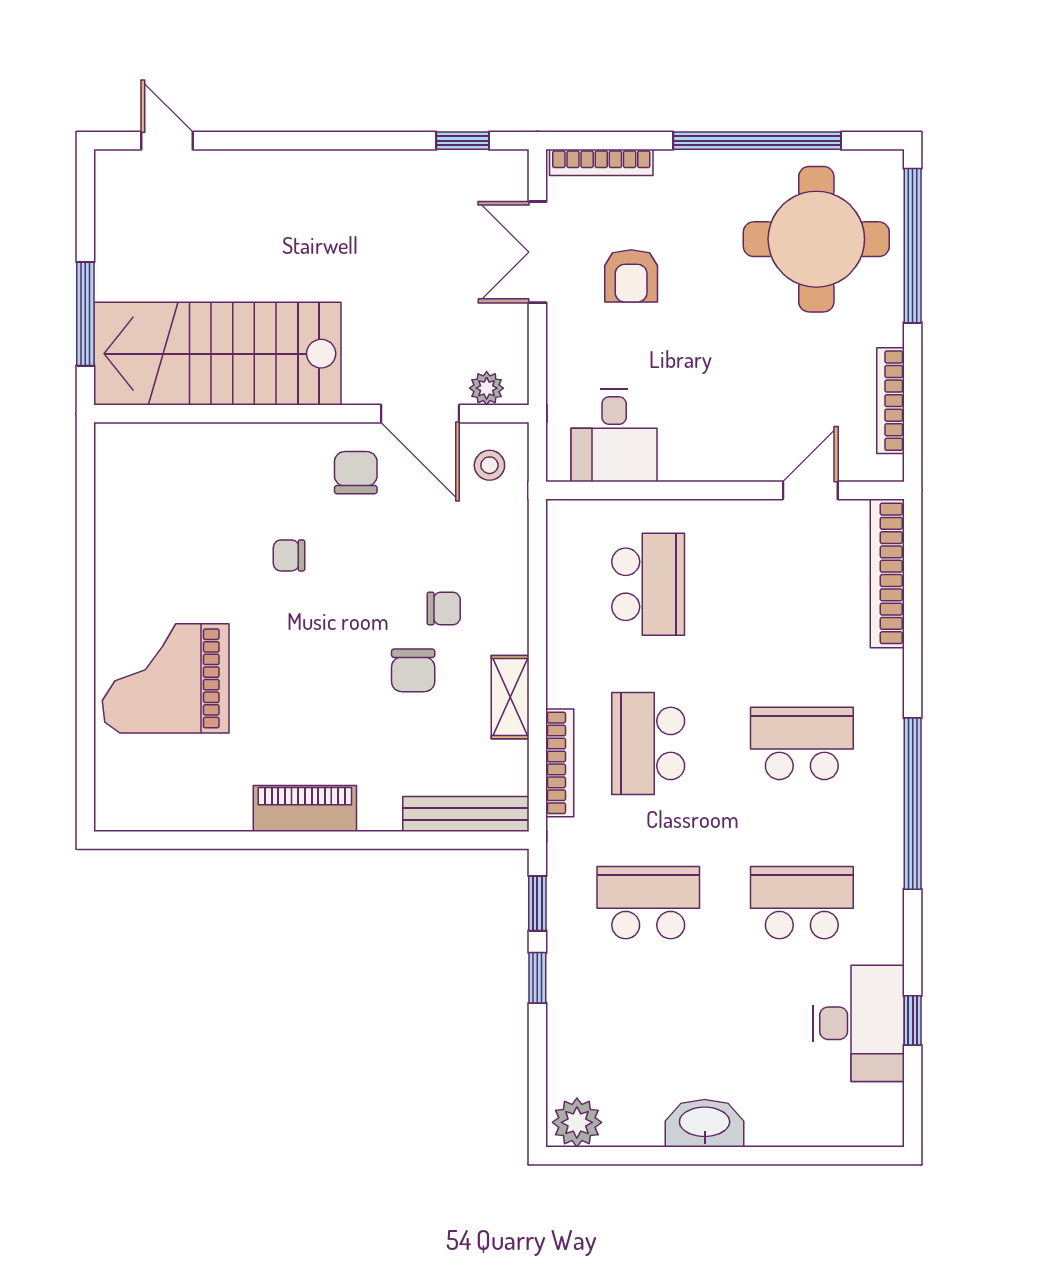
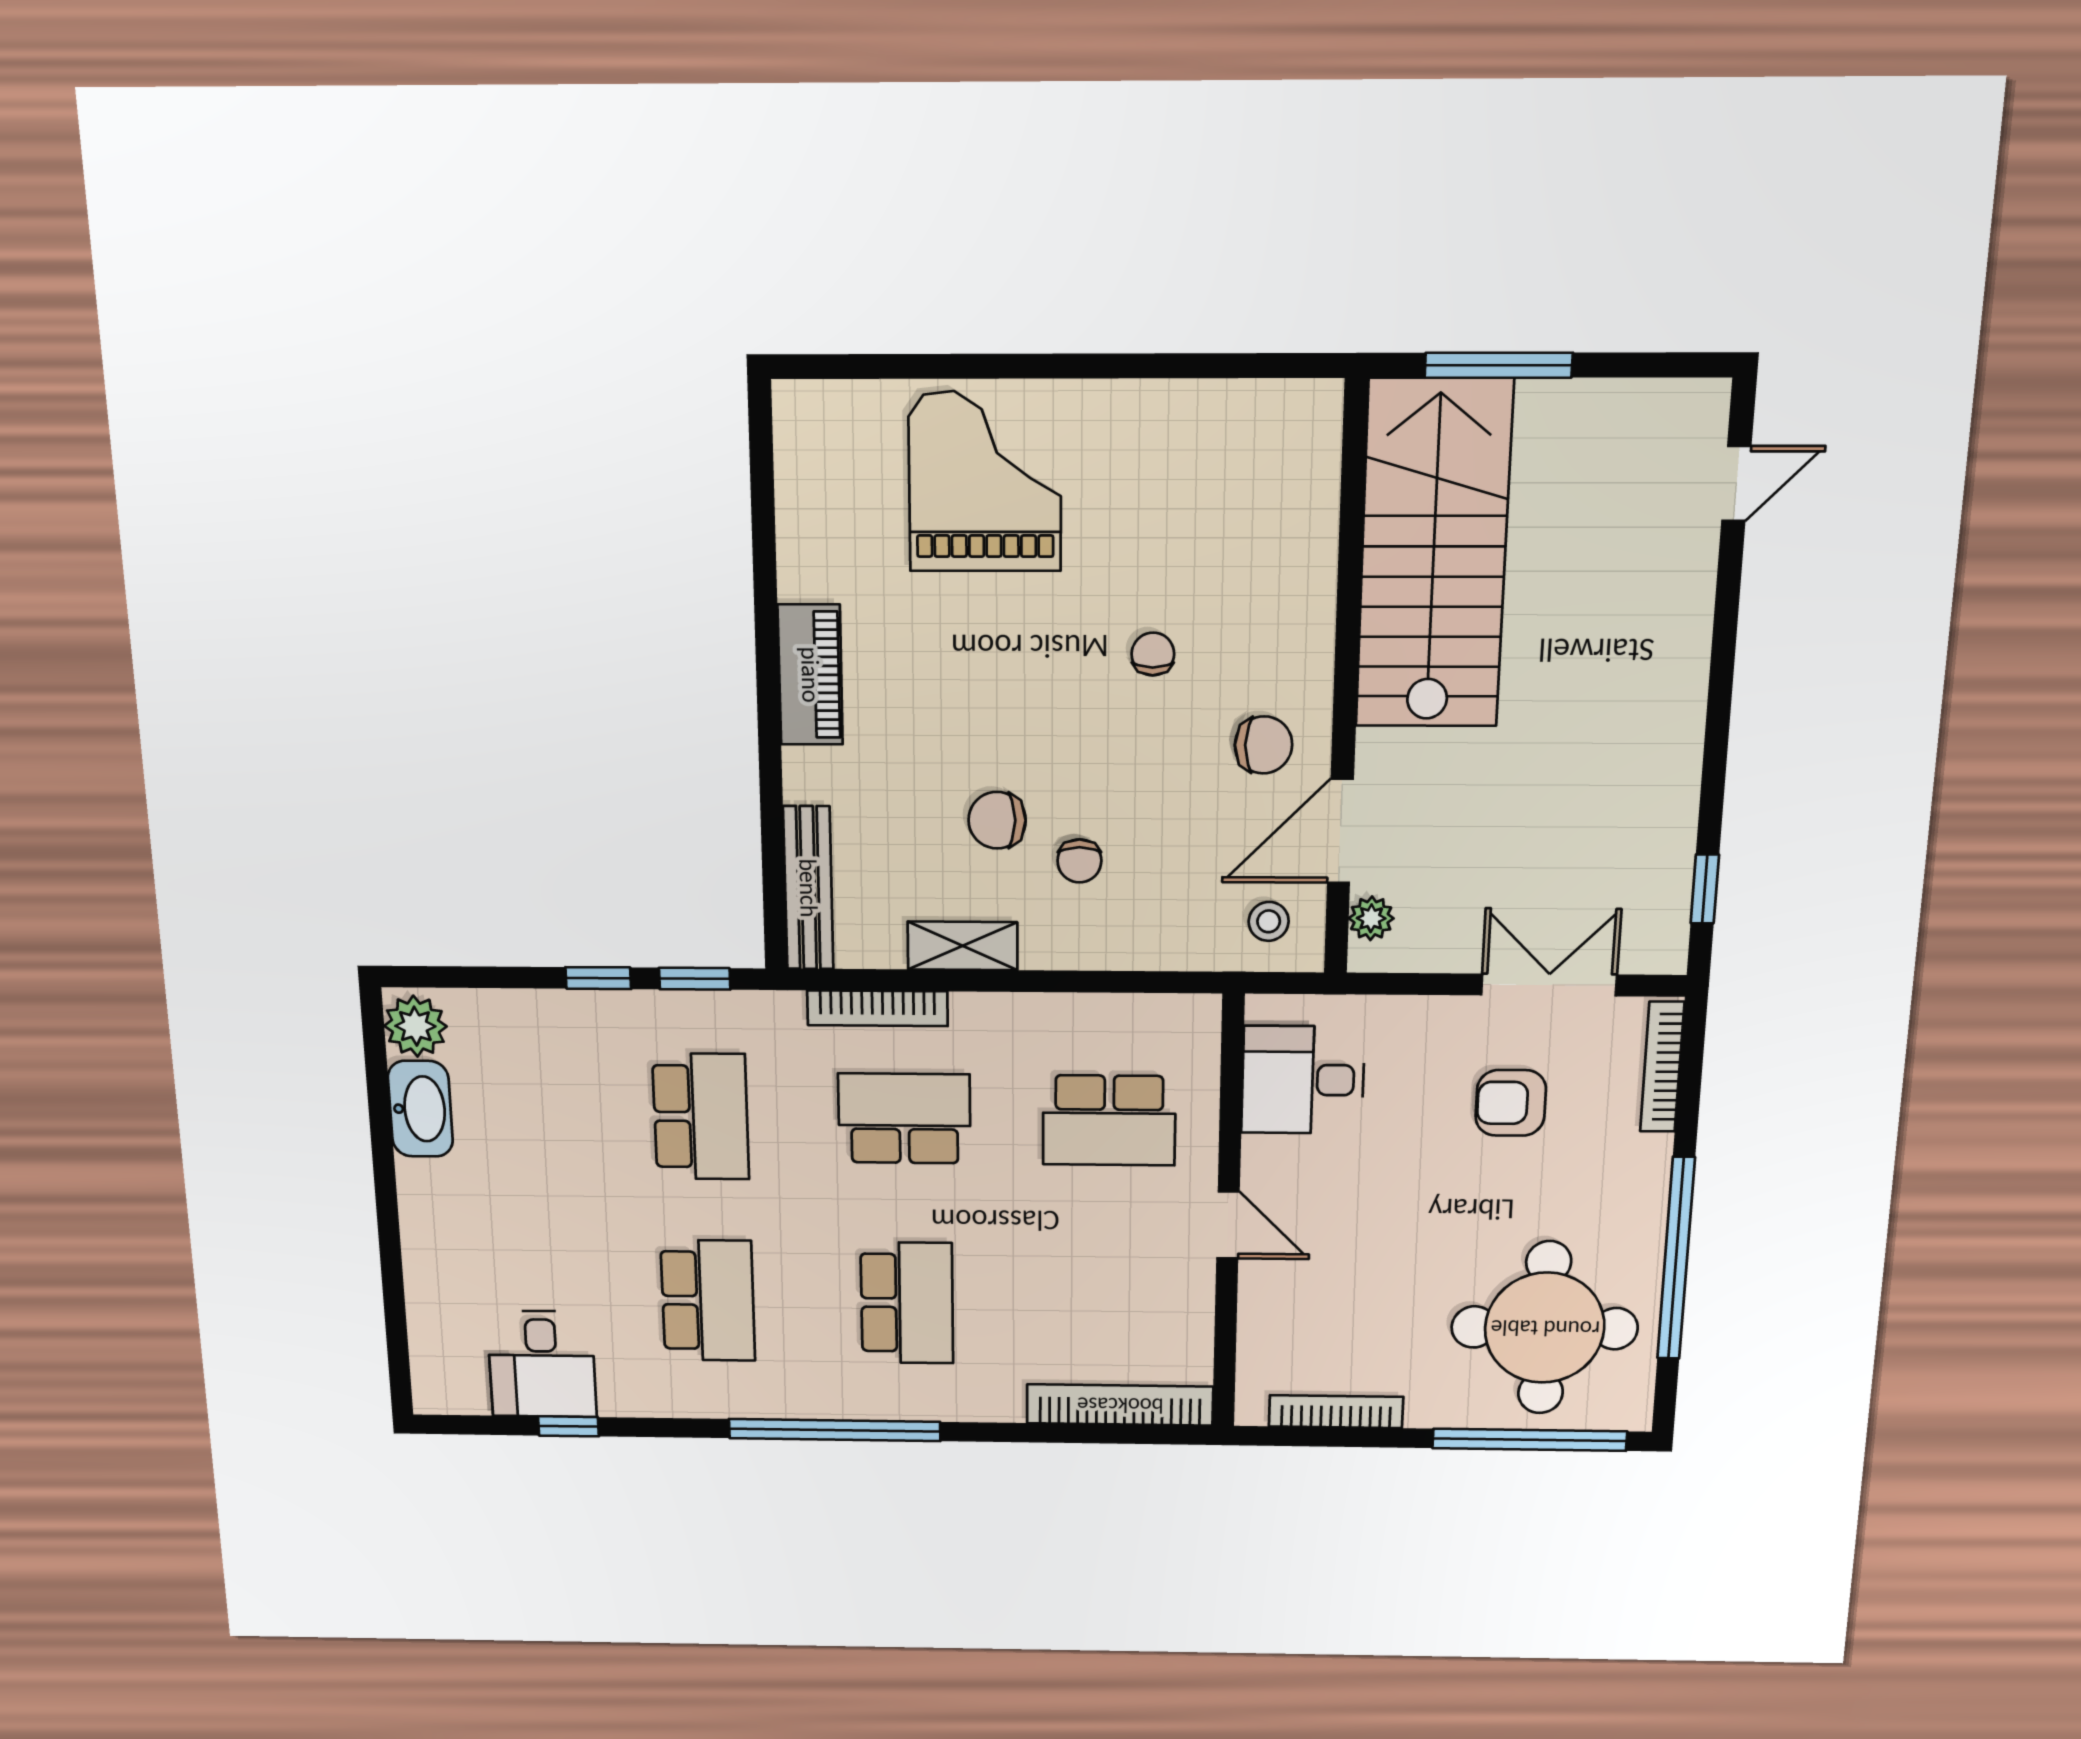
door: (810, 490) -> (1228, 1225), moved
desk: (858, 1023) -> (542, 1364), width x0.73
washbasin: (705, 1123) -> (420, 1109), moved

